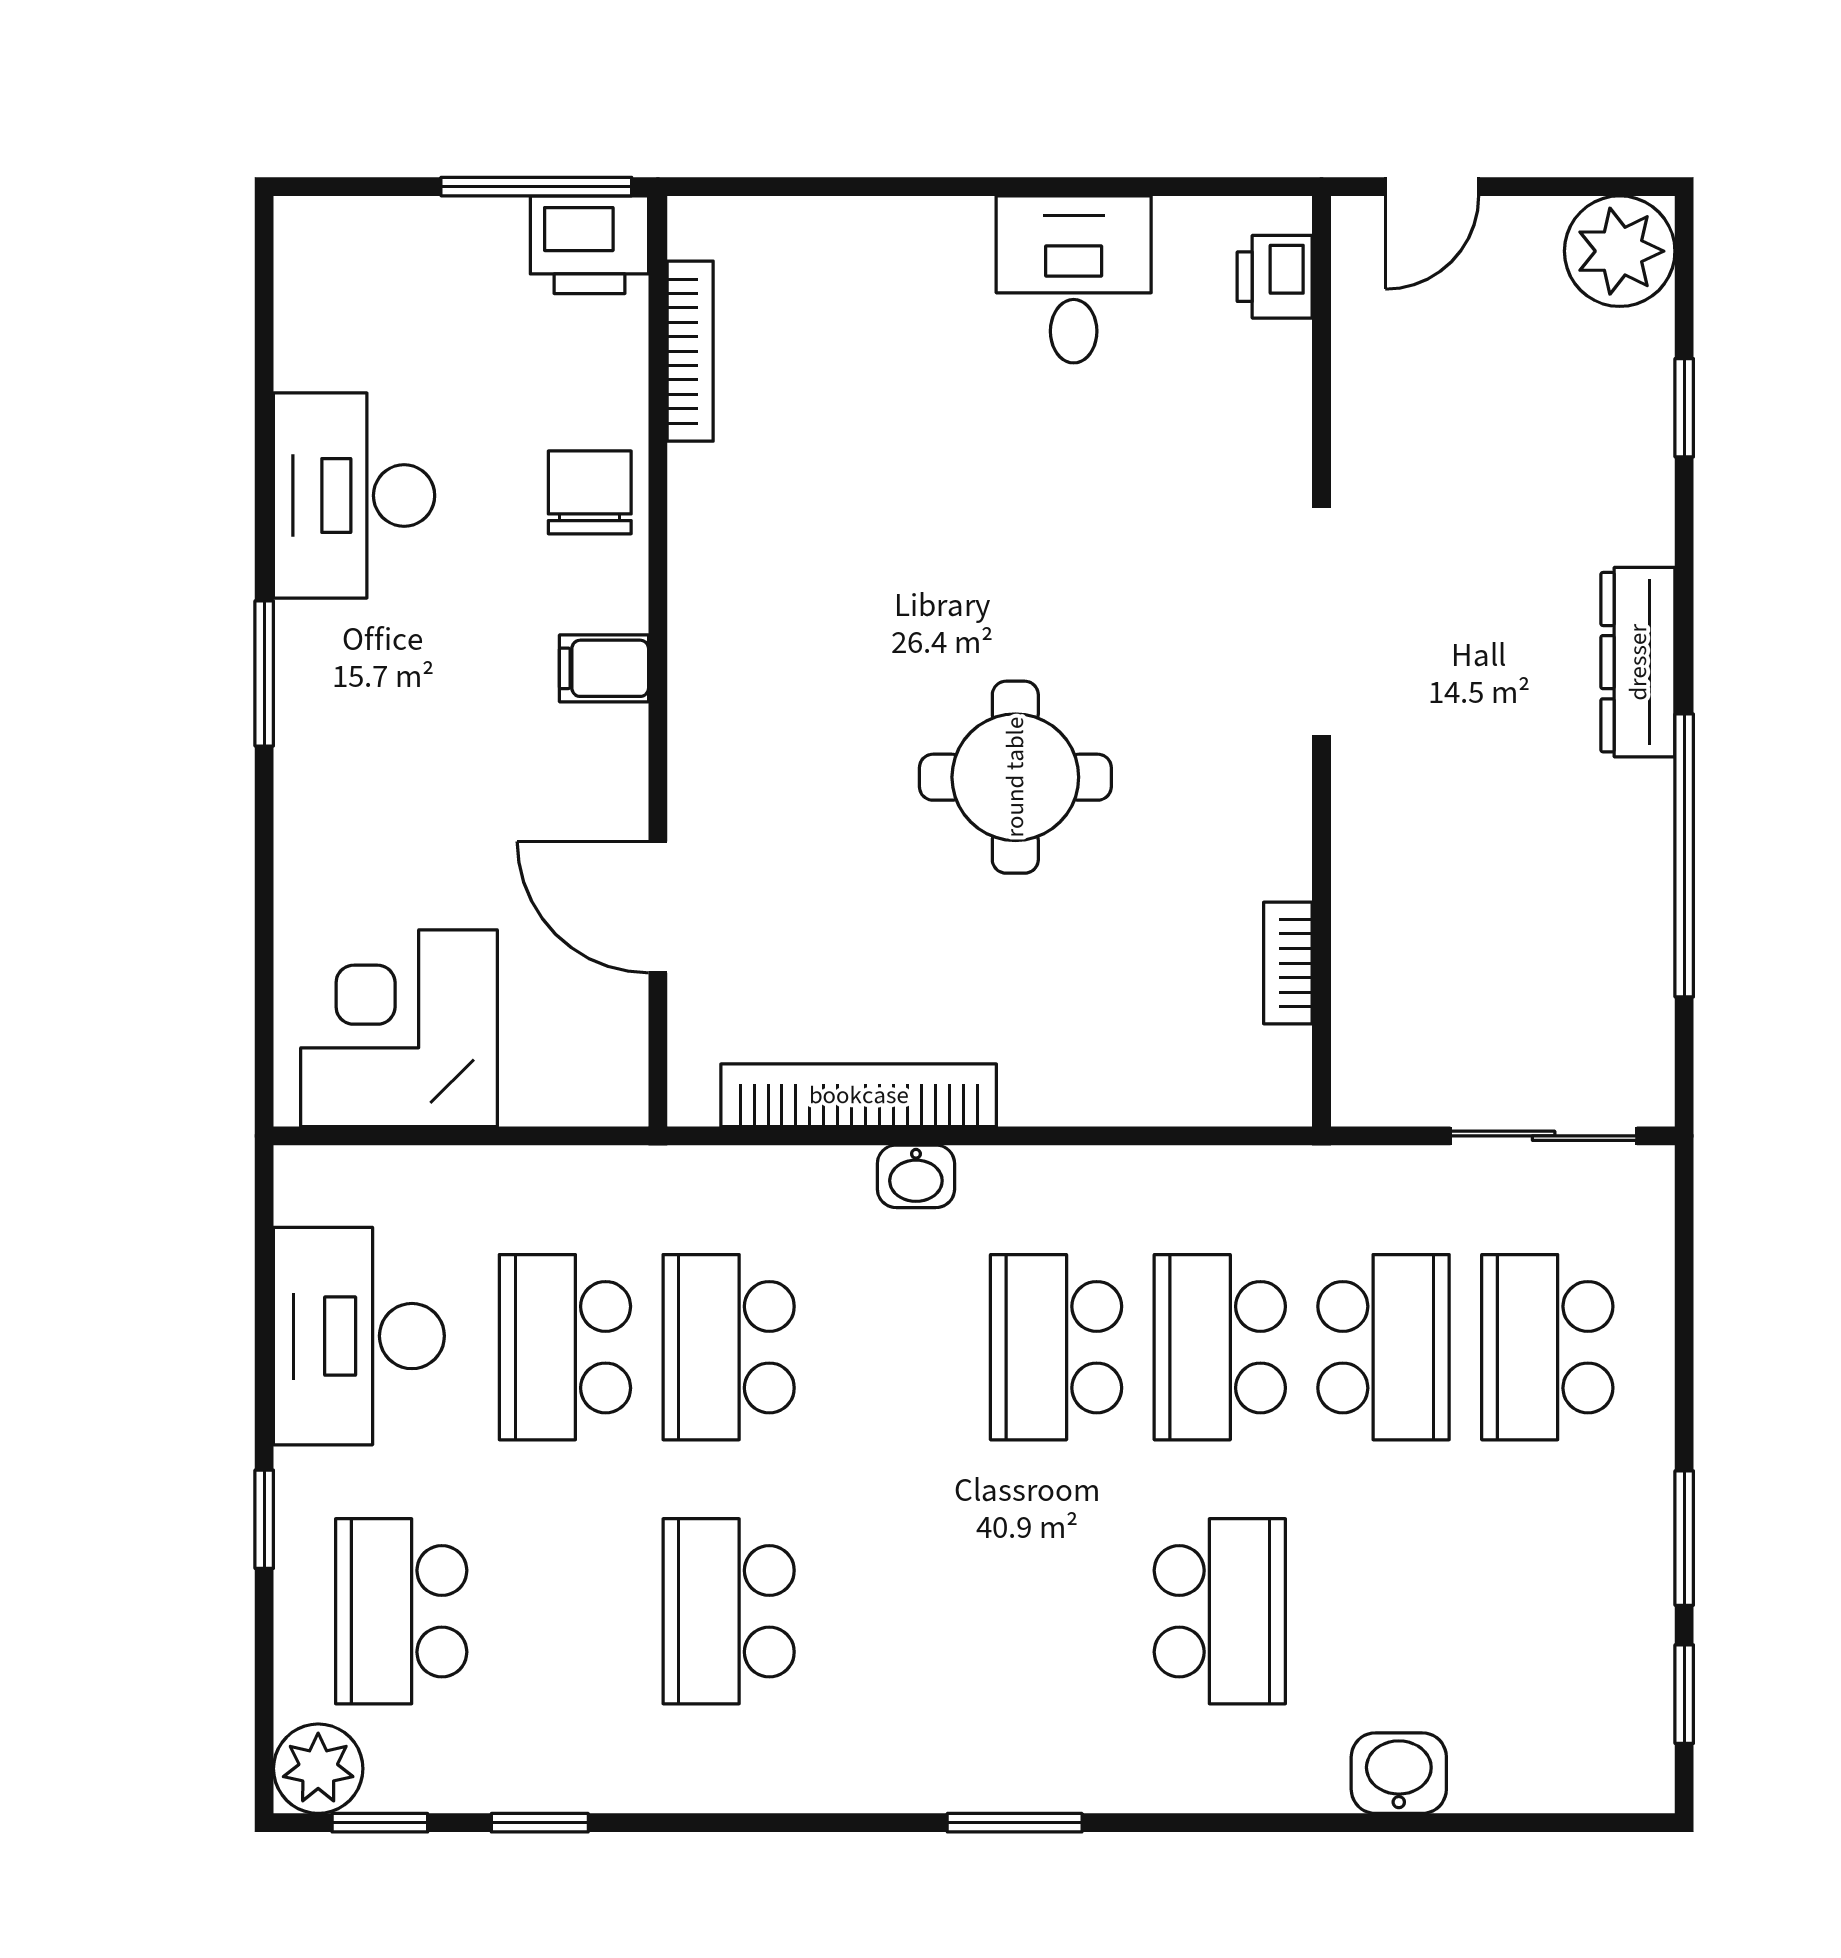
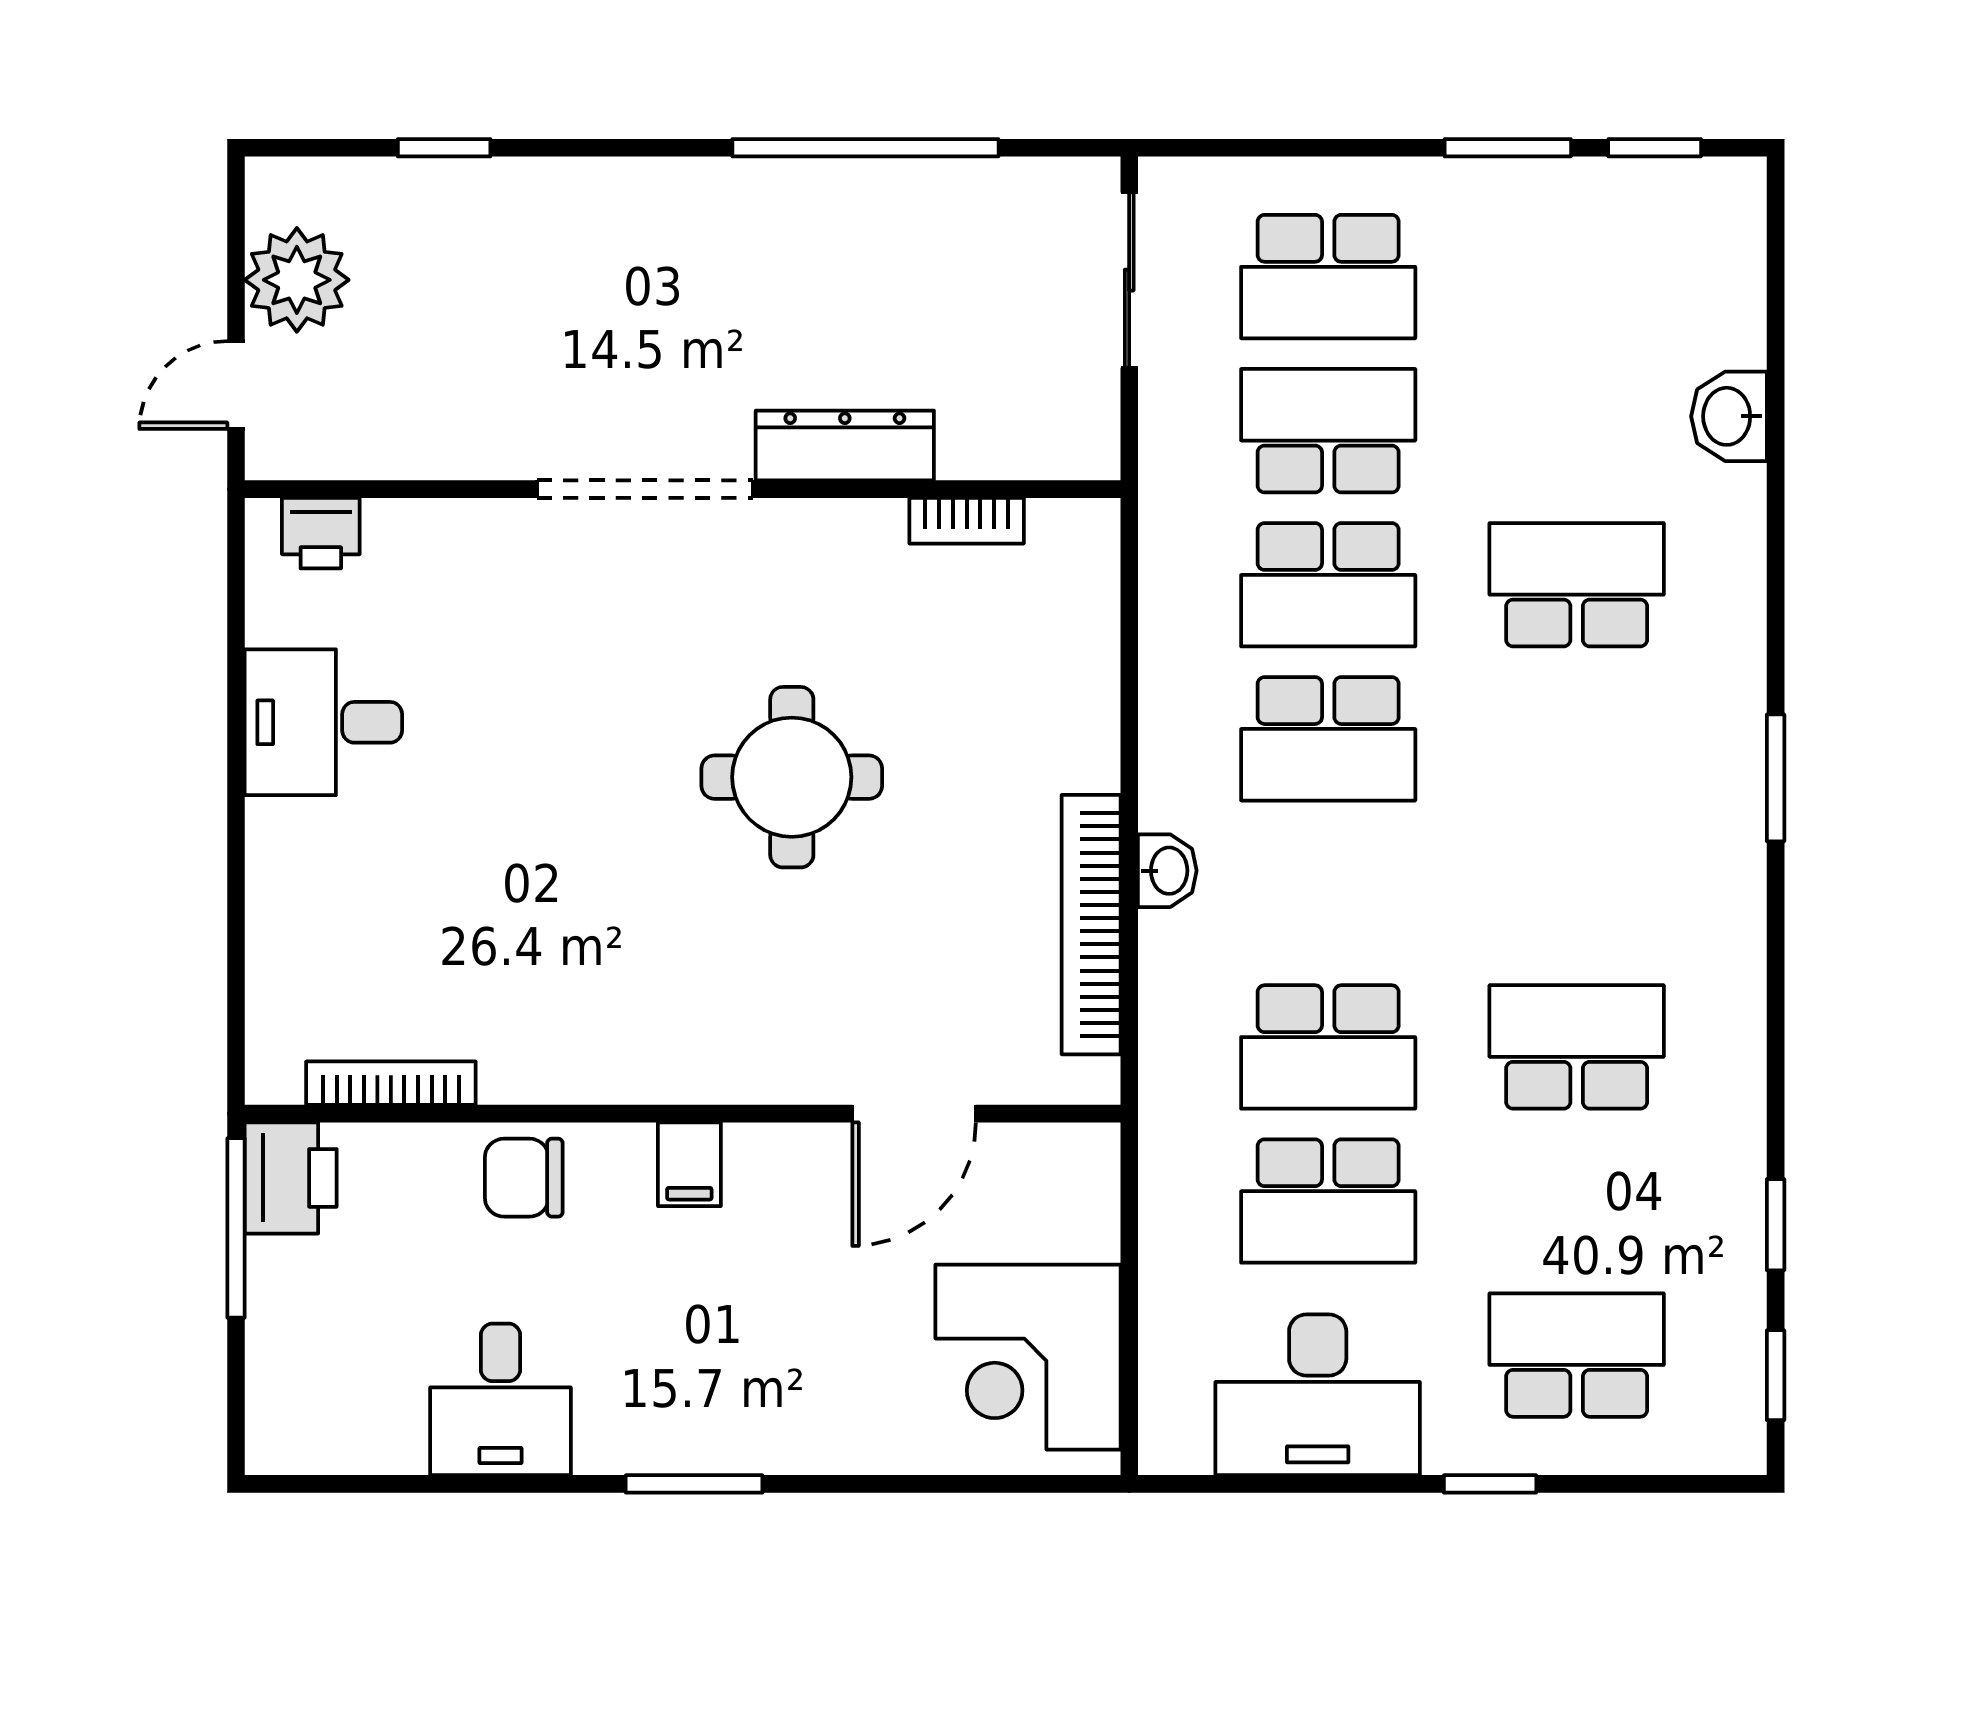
door: (1432, 187) -> (236, 385), swing flipped
plant: (1620, 251) -> (297, 280), moved
desk: (354, 496) -> (501, 1399), width x0.73
dresser: (1638, 662) -> (845, 445), moved, turned 180
school desk: (401, 1611) -> (1577, 1355), turned 180
school desk: (729, 1611) -> (1577, 1047), turned 180
plant: (318, 1769) -> (1725, 1433), removed

